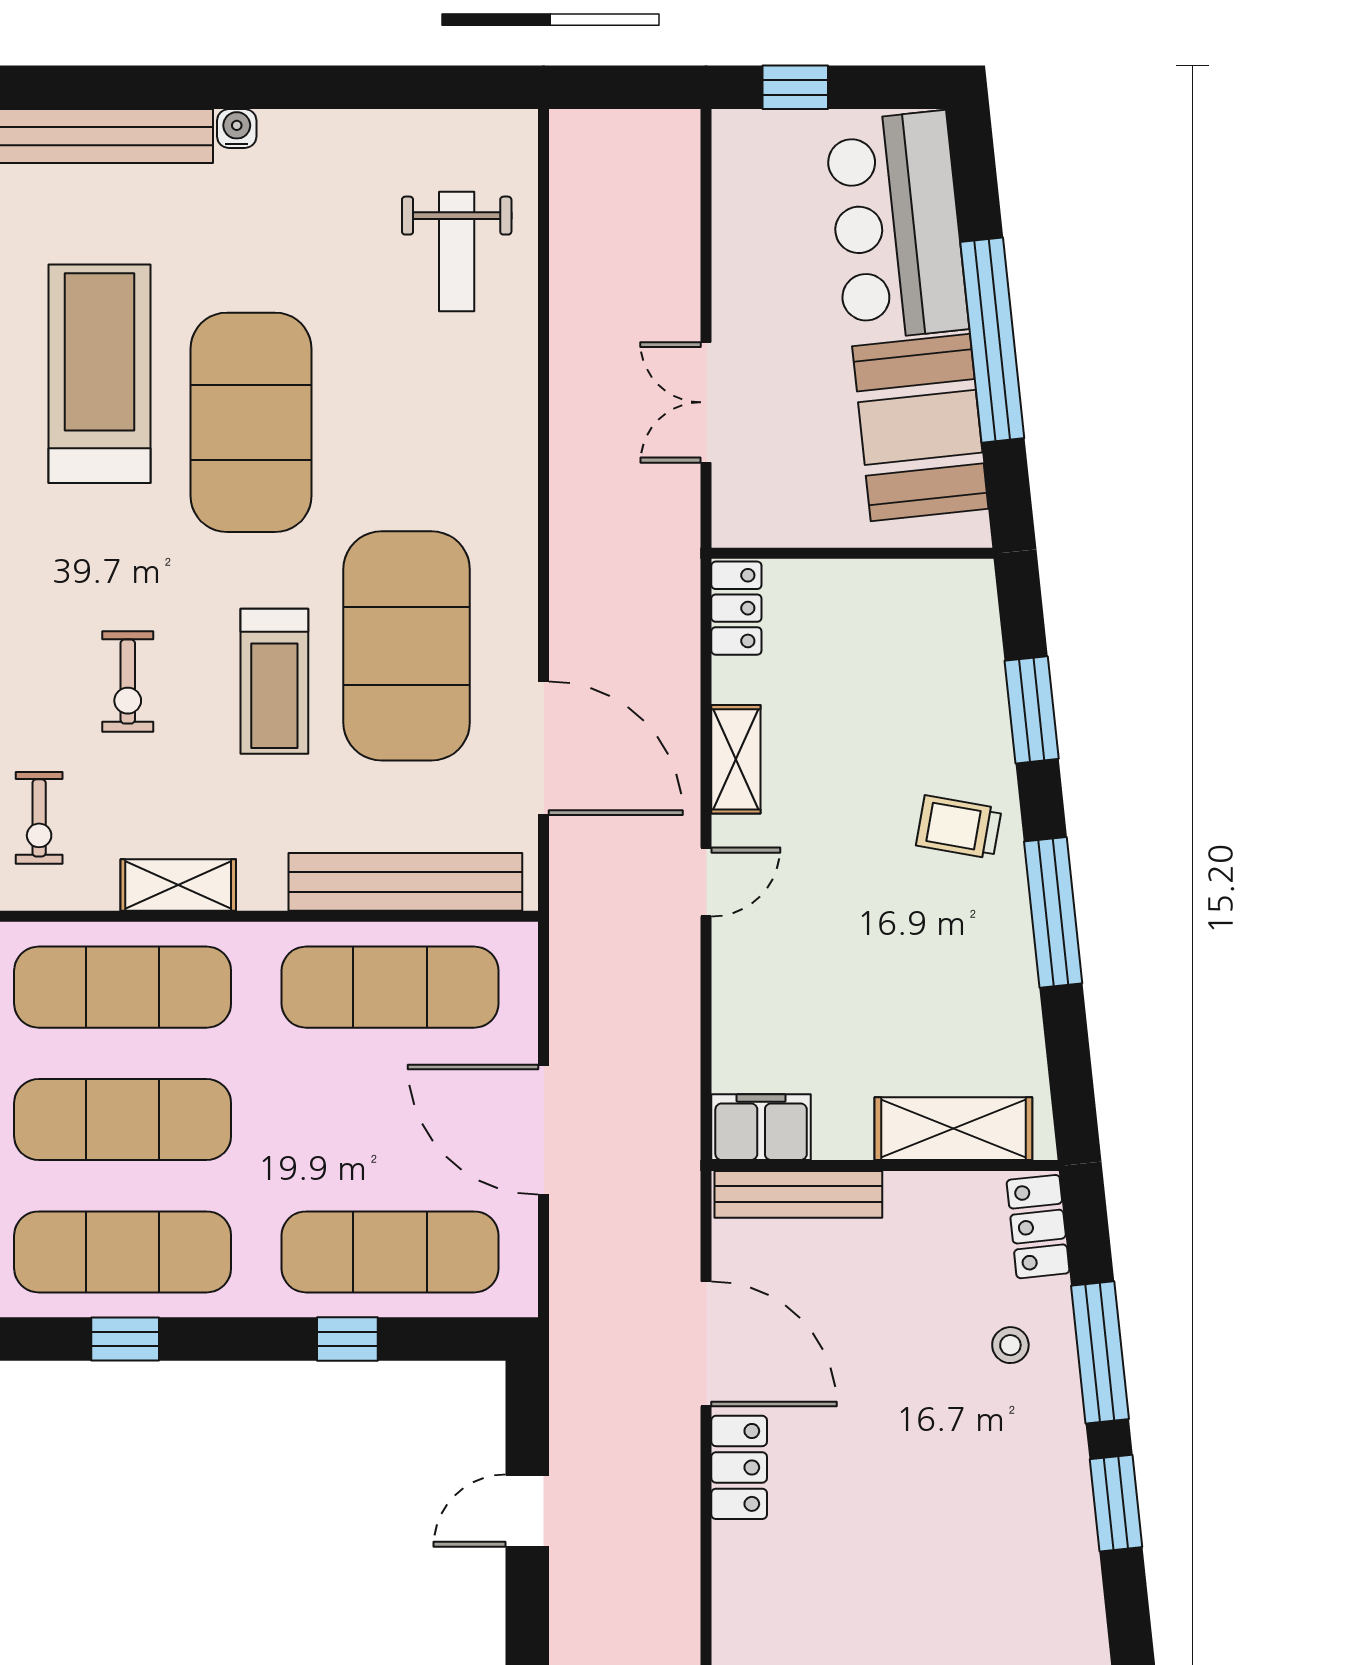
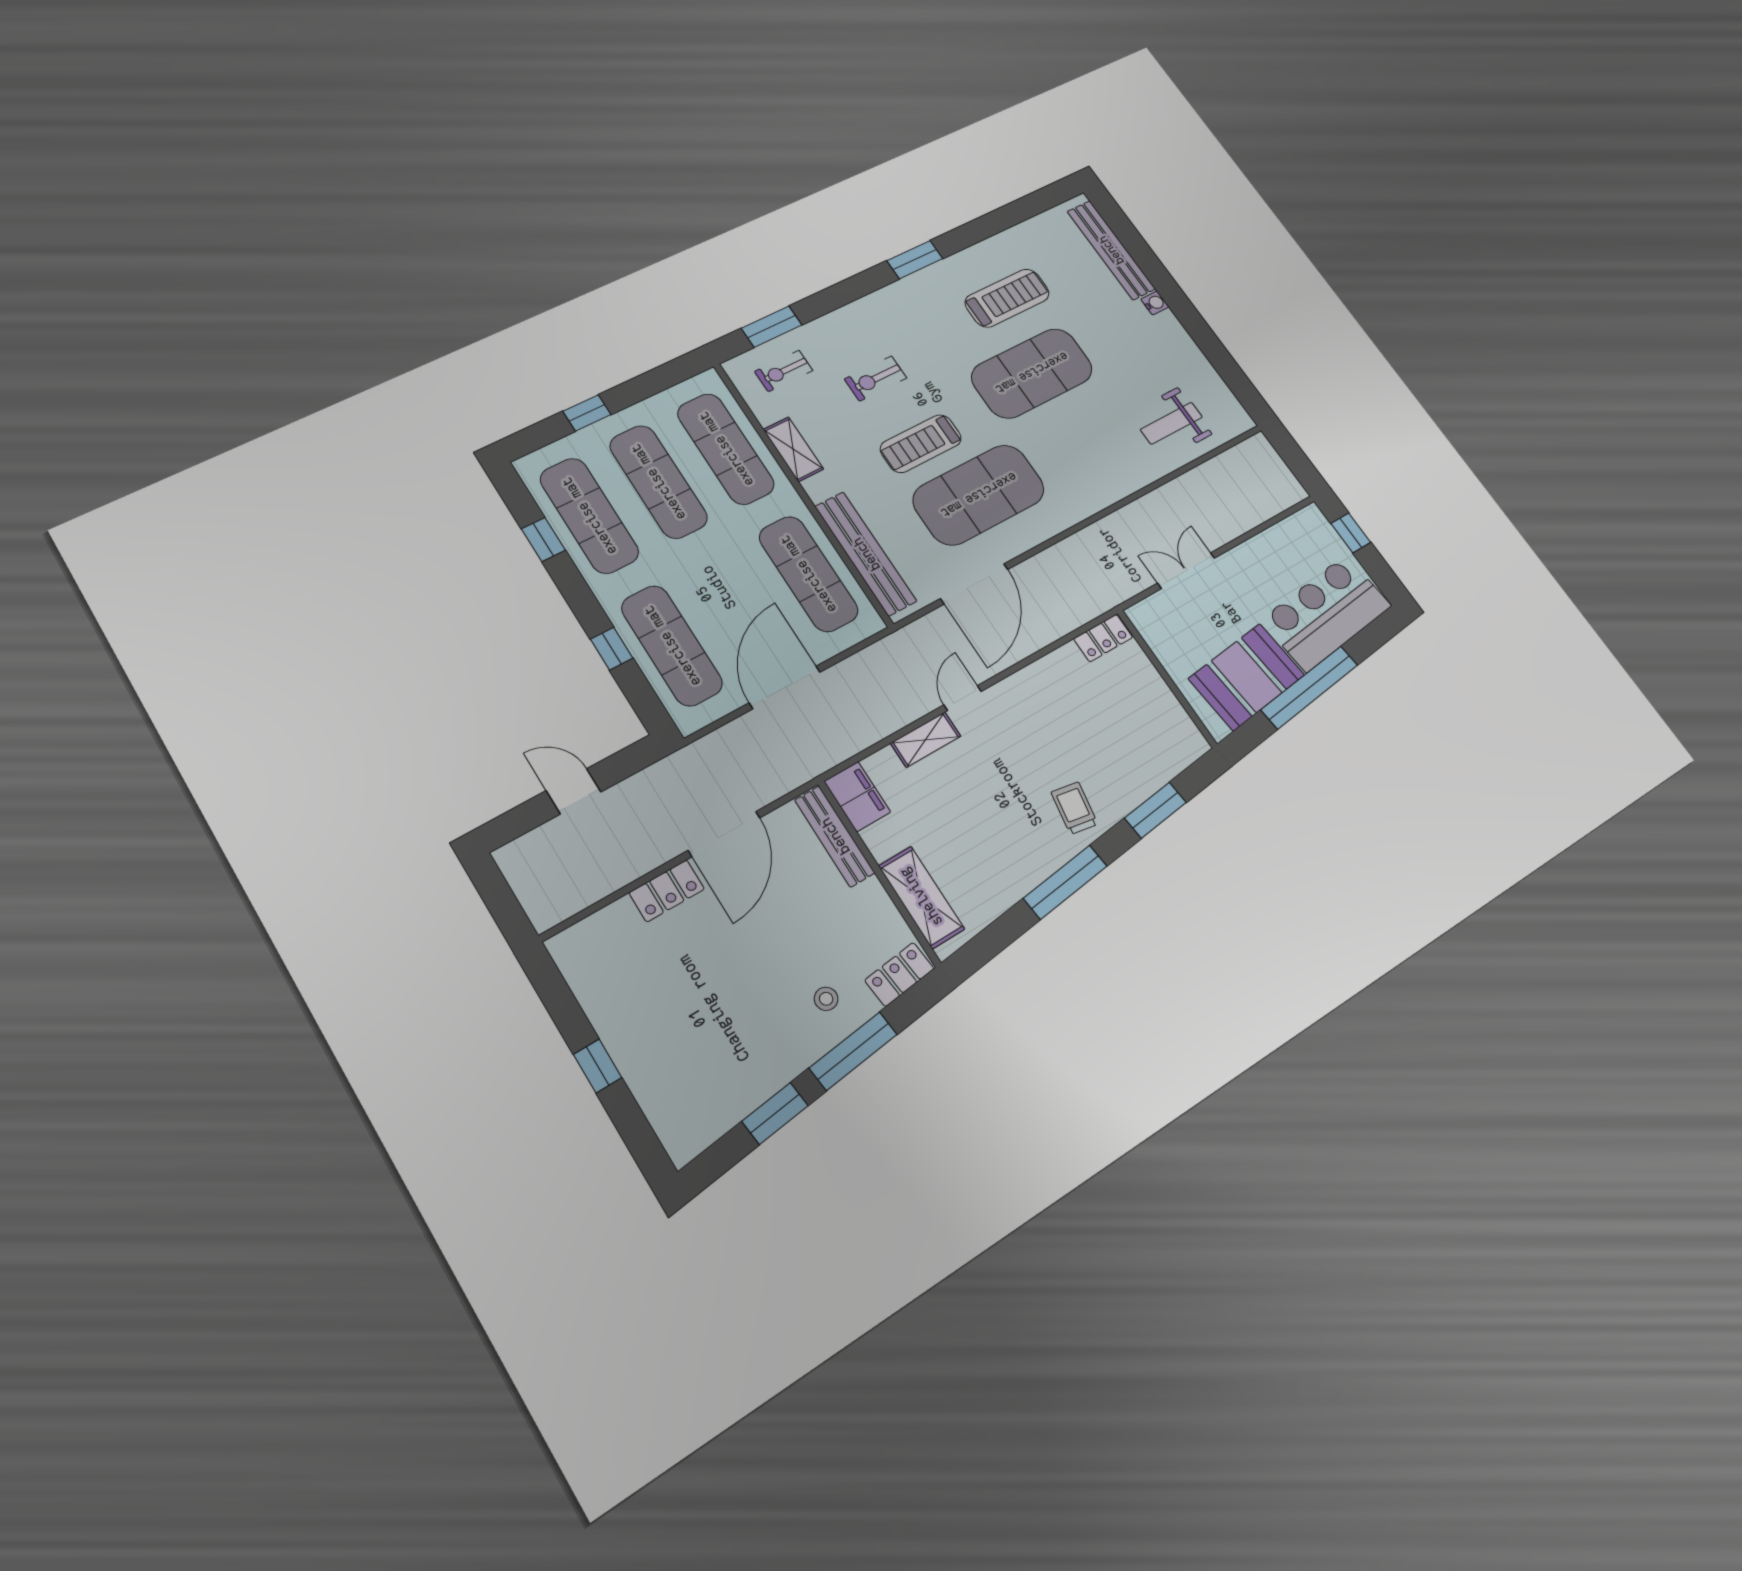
treadmill: (100, 374) -> (1007, 298), width x0.73, depth x0.73
shelving: (736, 759) -> (926, 740), moved
door: (706, 882) -> (963, 698), swing flipped

